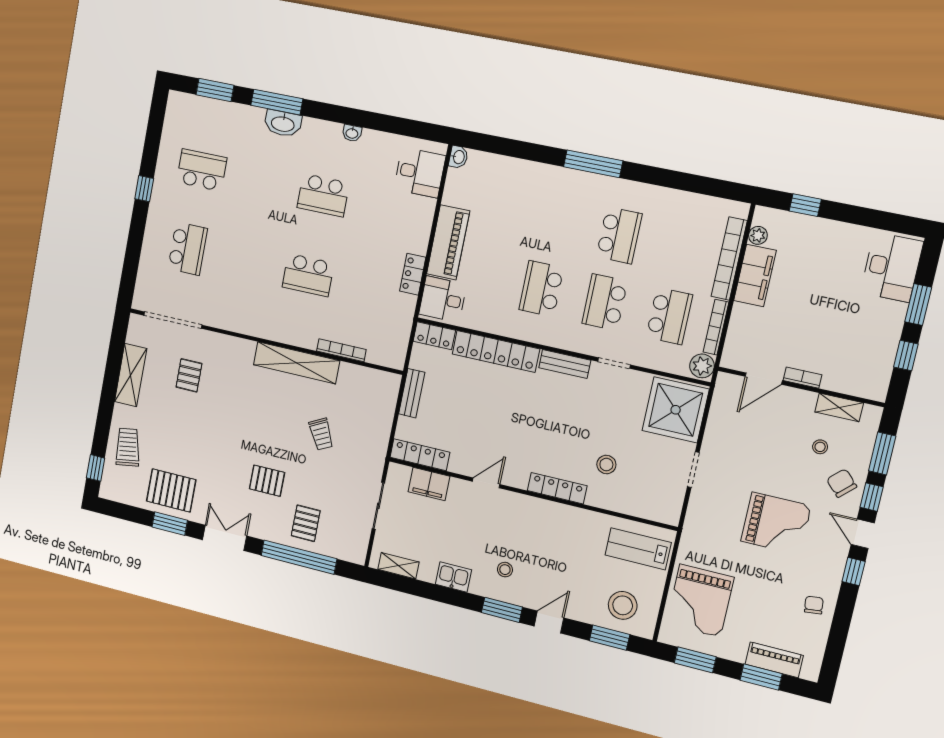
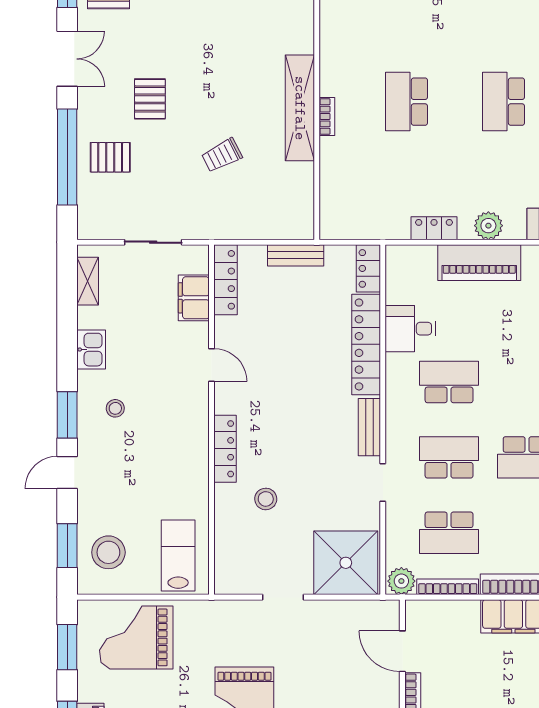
plant: (420, 228) -> (488, 226), added
desk: (443, 299) -> (410, 329), moved, turned -90
bookcase: (341, 350) -> (327, 116), moved, width x0.64
door: (549, 622) -> (67, 472), swing flipped

